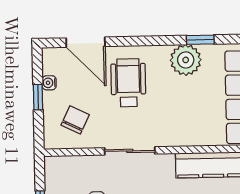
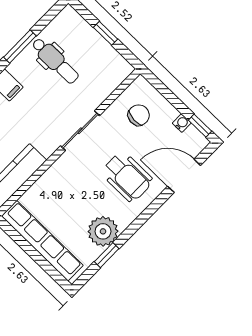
window: (38, 97) -> (200, 126), moved
chair: (75, 120) -> (139, 115), turned -112

